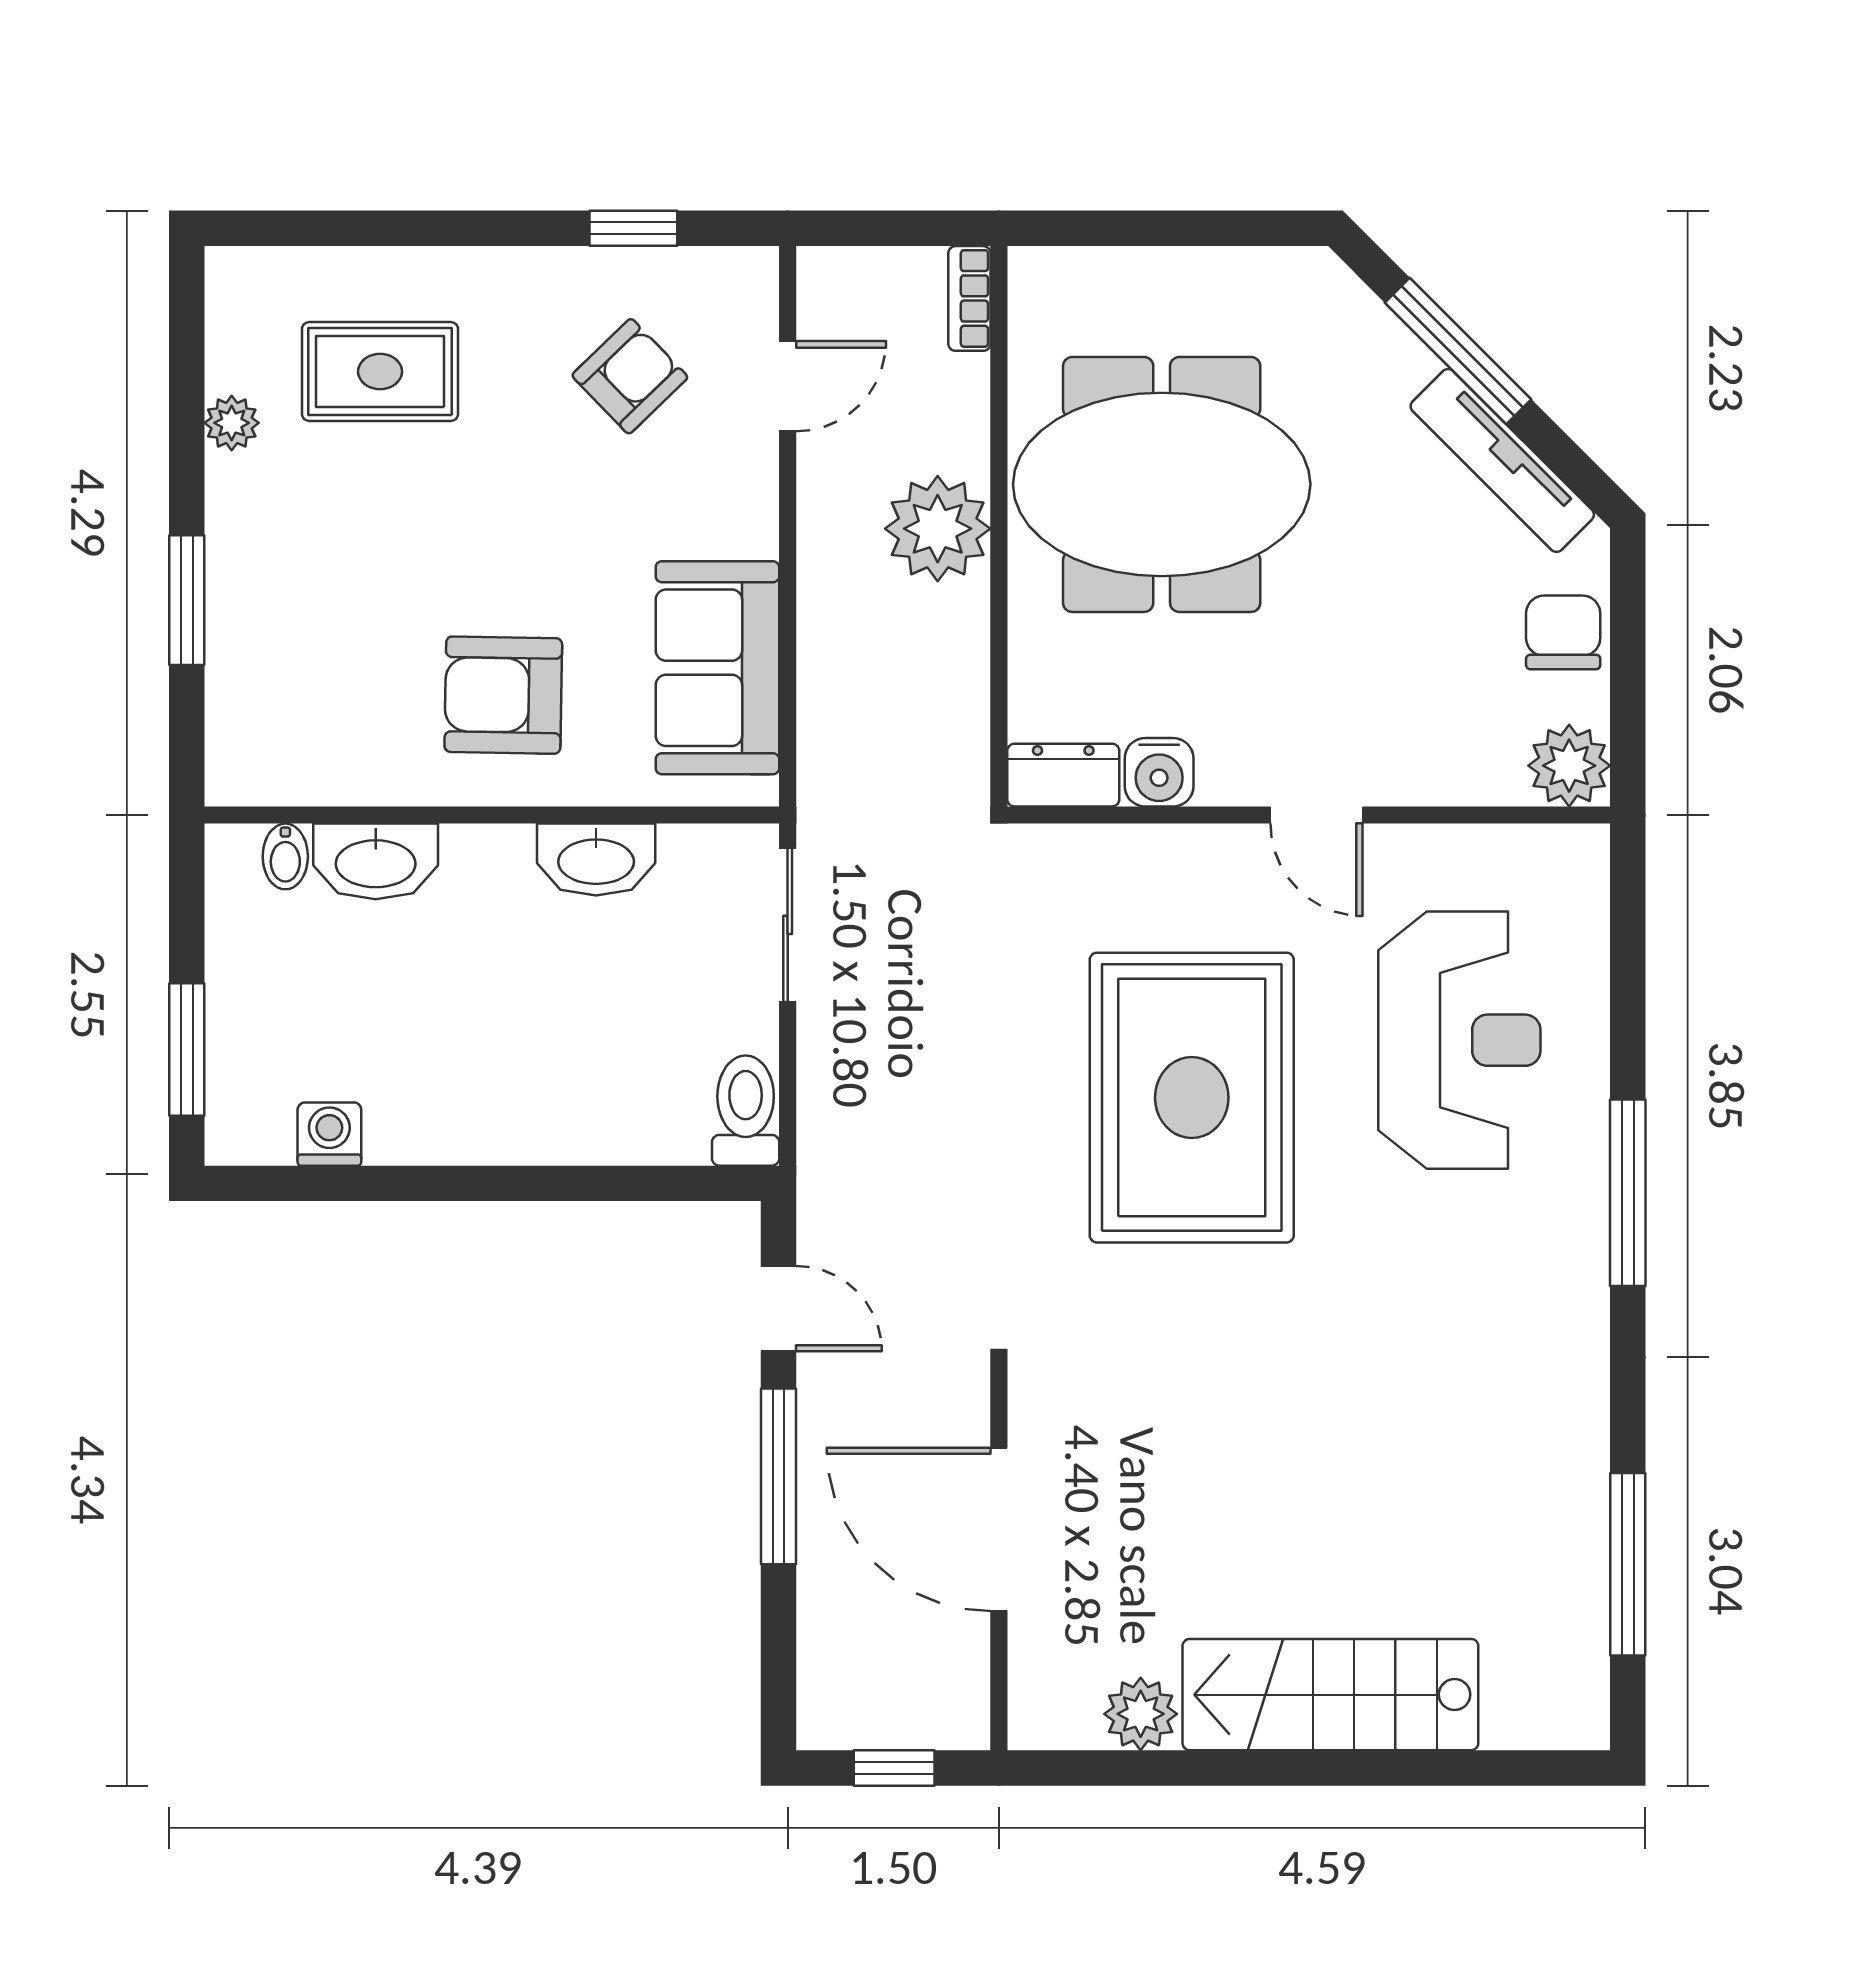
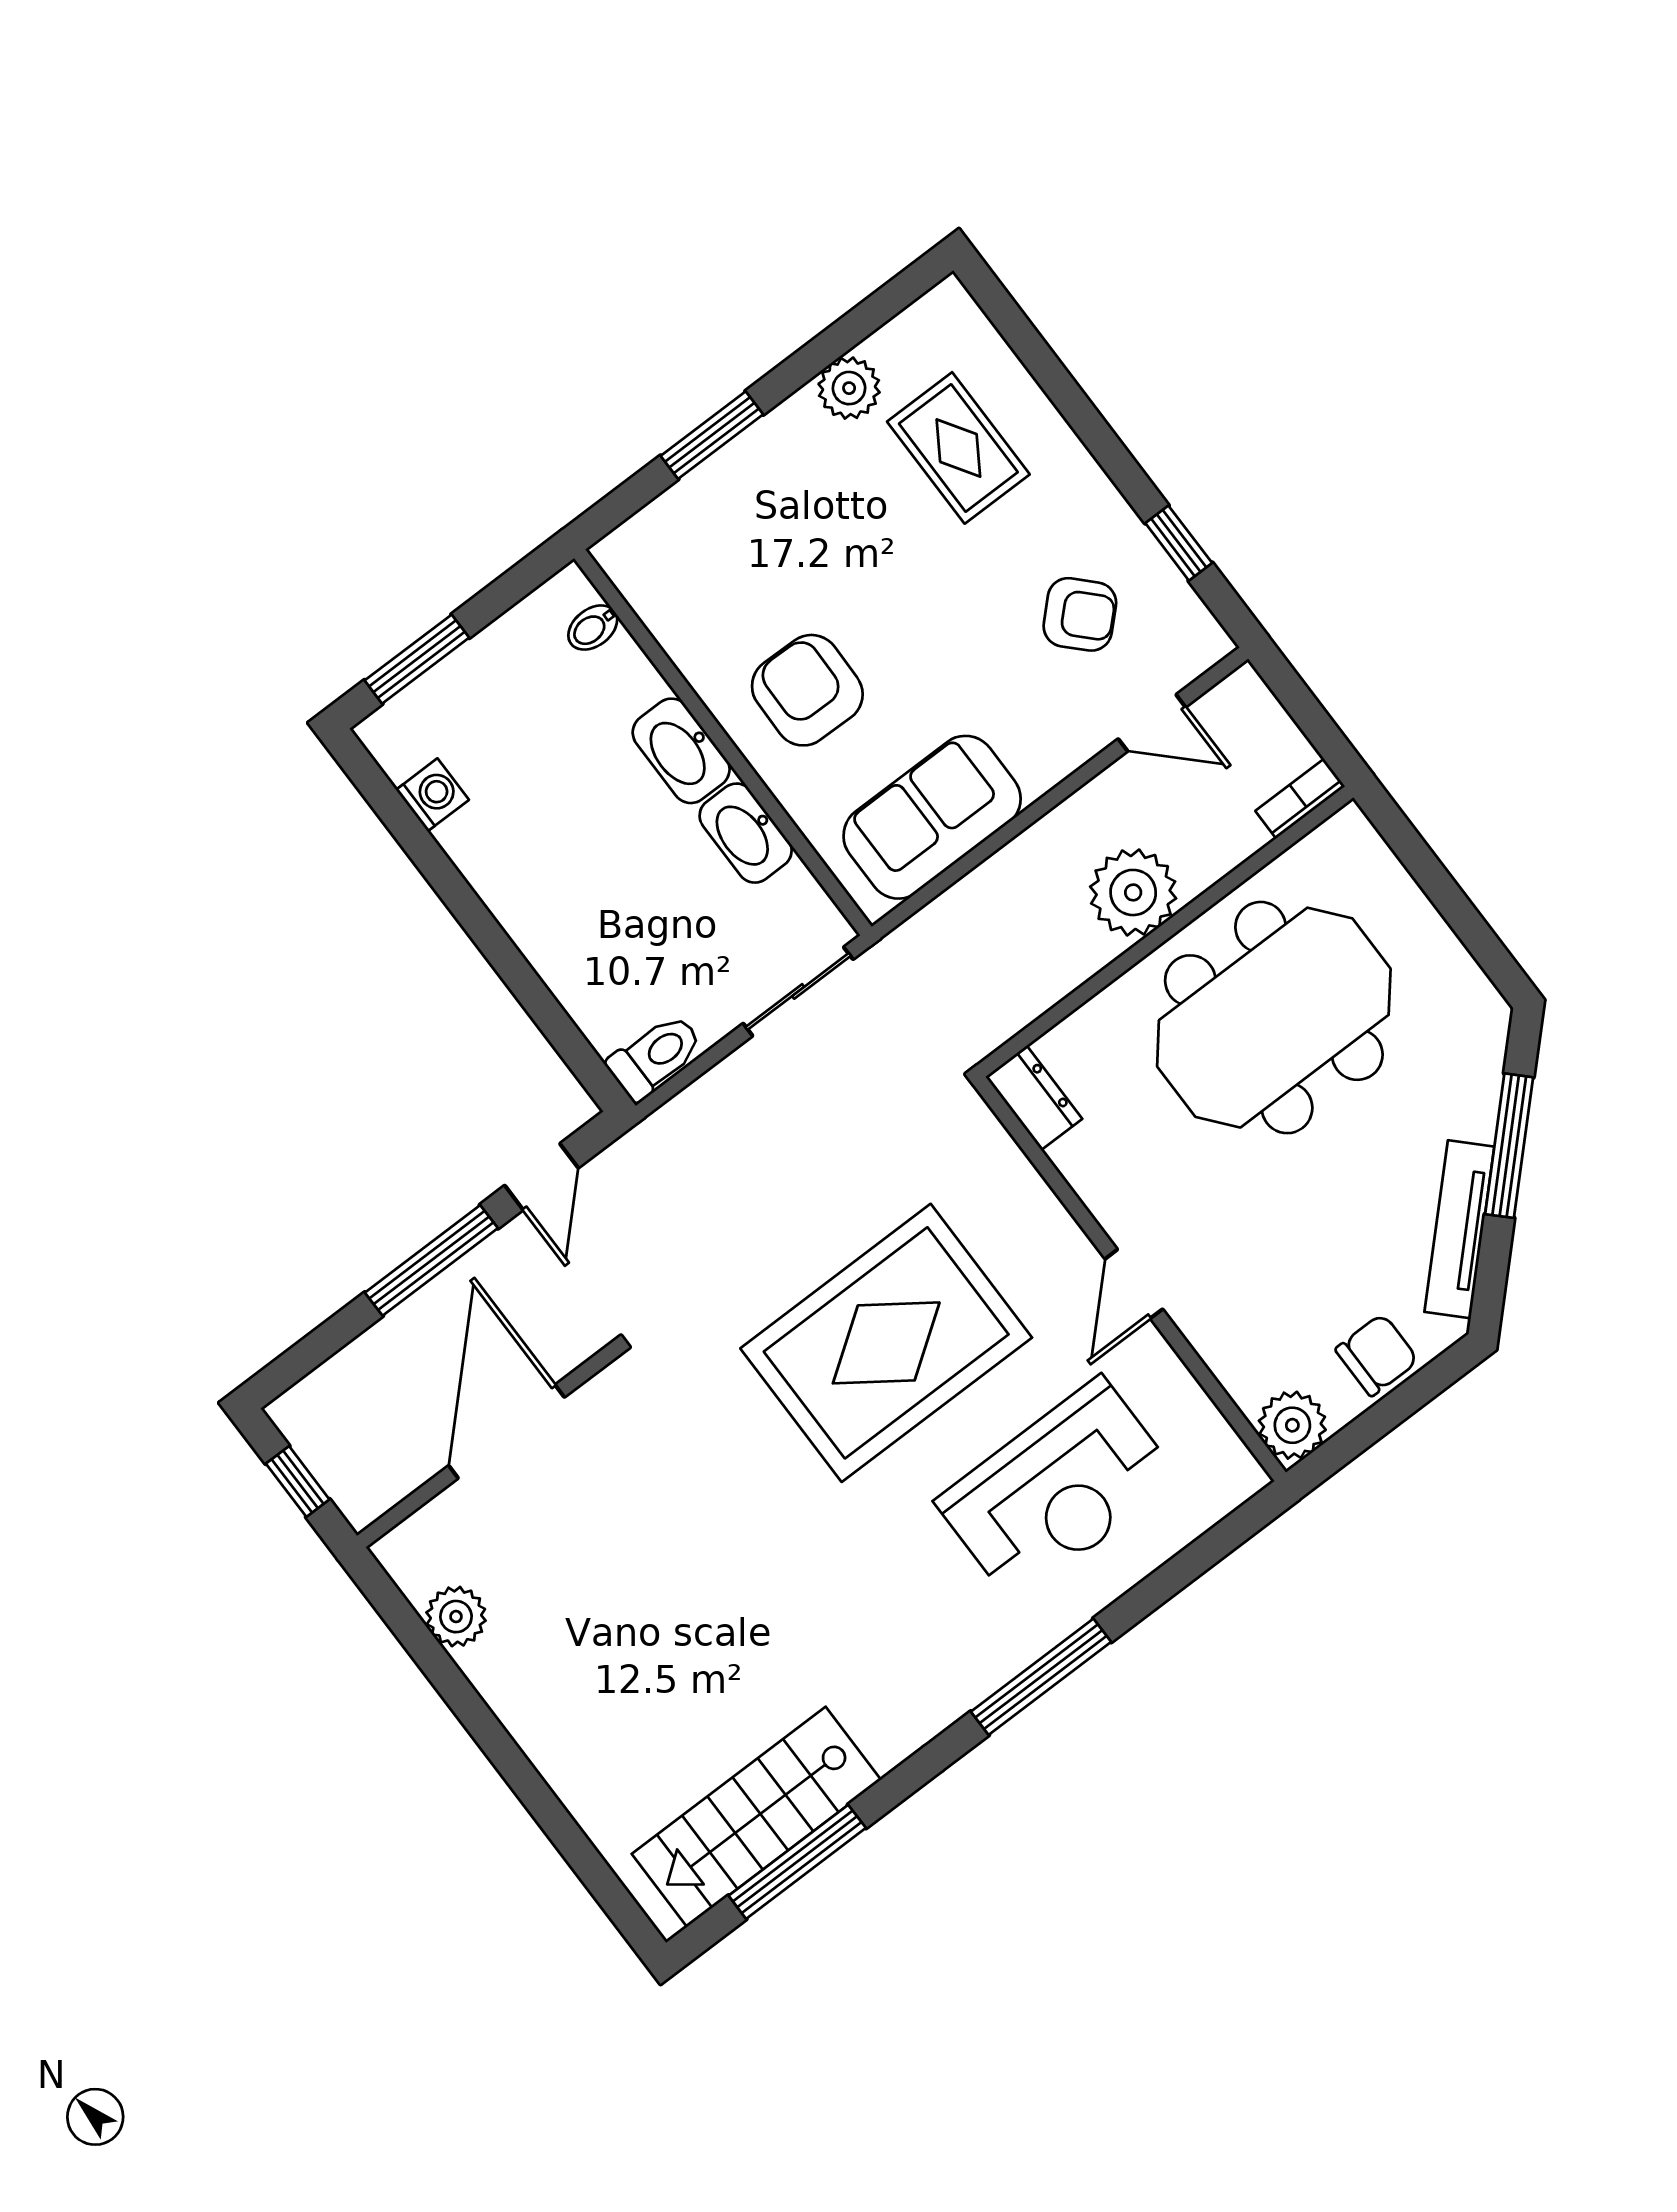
plant: (232, 423) -> (849, 388), width x1.38, depth x1.38
meeting table: (1162, 484) -> (1274, 1018), turned 90
water cooler: (1159, 772) -> (1084, 1159), removed
washbasin: (376, 861) -> (681, 751), moved
stairs: (1330, 1695) -> (756, 1817), moved, turned -90

